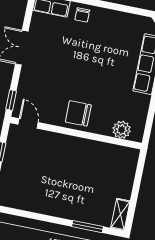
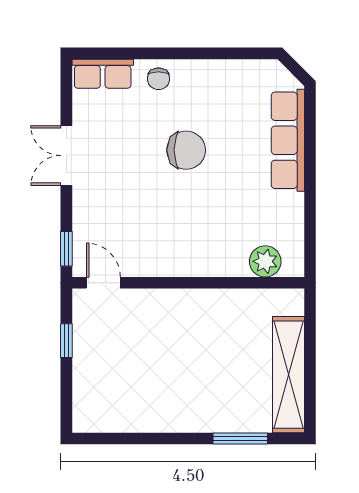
chair: (78, 113) -> (186, 150), moved, turned 180
shelving: (120, 214) -> (288, 375), width x2.20, depth x1.33

